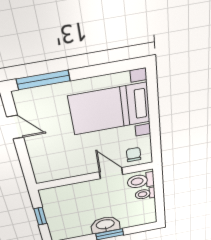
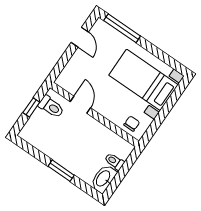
door: (111, 173) -> (80, 105), moved
toilet: (141, 181) -> (51, 107), moved, turned 180
washbasin: (105, 225) -> (103, 179), moved, turned -90

